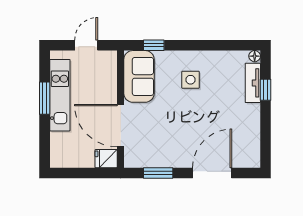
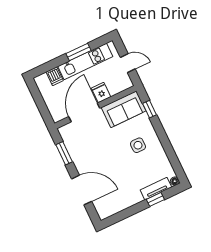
dishwasher: (60, 140) -> (55, 76), added
fridge: (106, 159) -> (101, 93), moved

